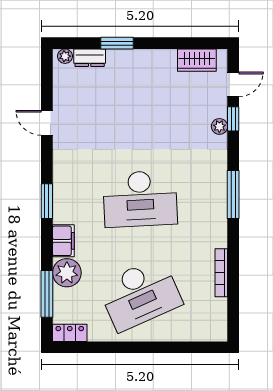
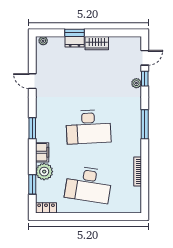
dresser: (90, 58) -> (75, 42), moved
wardrobe: (197, 60) -> (97, 43), moved
window: (47, 294) -> (32, 184), width x0.69
desk: (140, 294) -> (88, 185), turned 33

